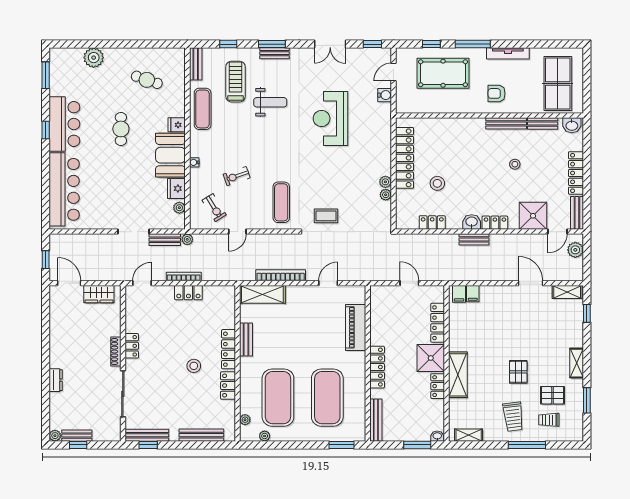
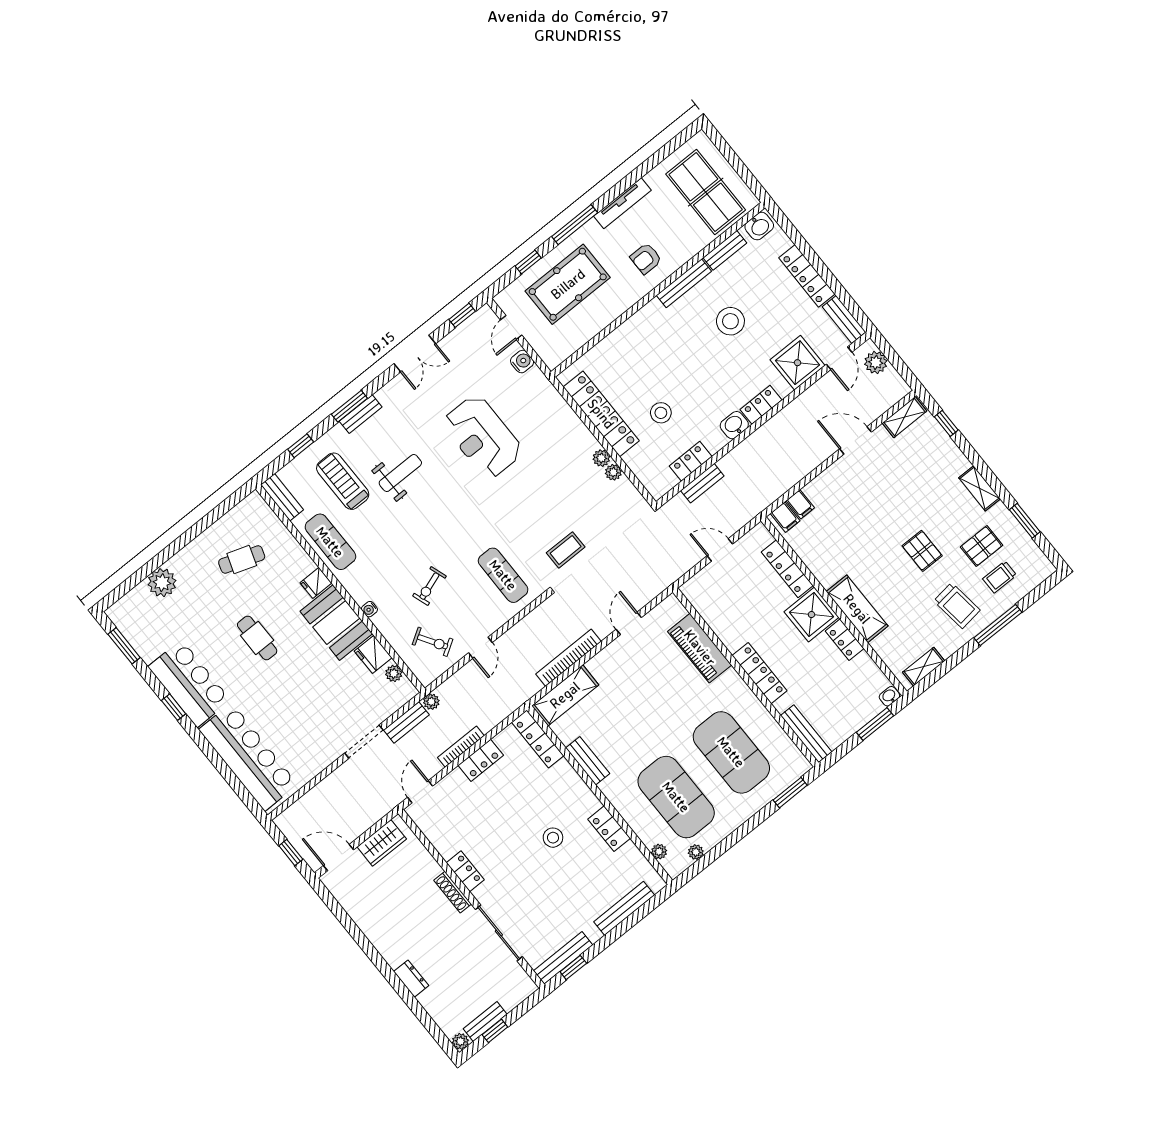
stool: (515, 164) -> (730, 321), width x1.89, depth x1.89
bench: (474, 239) -> (702, 483), moved
locker: (229, 349) -> (538, 739), moved

